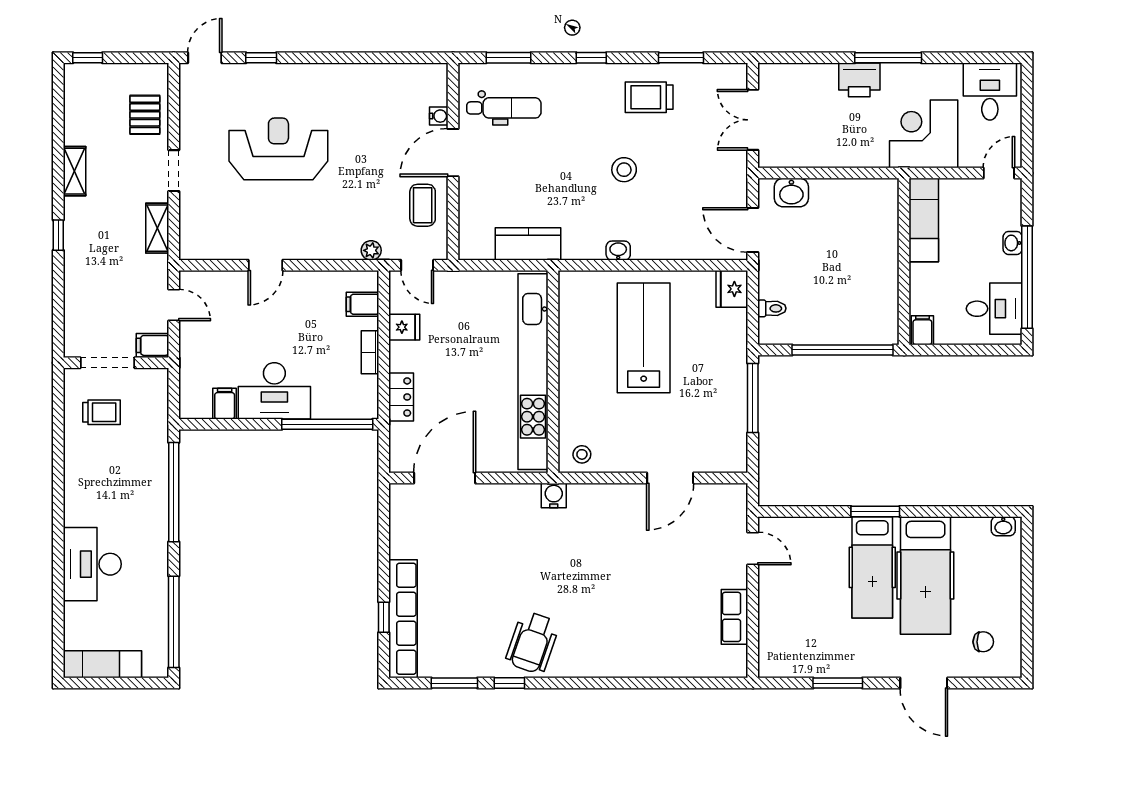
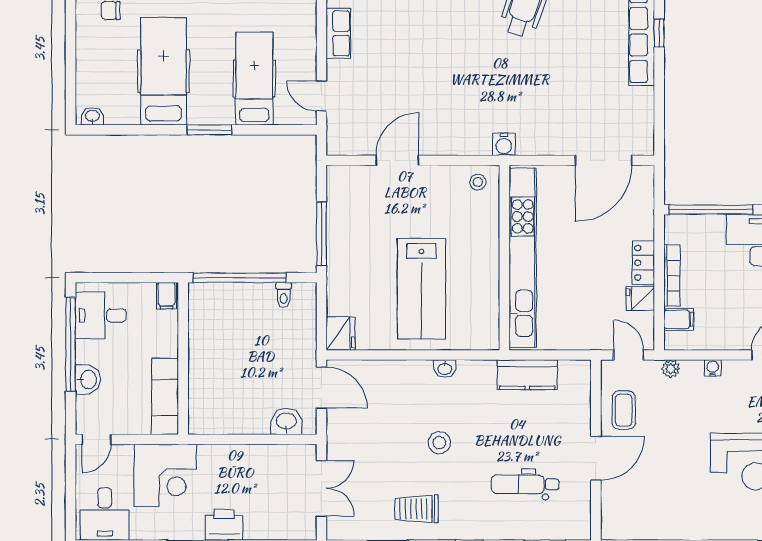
trolley: (649, 97) -> (416, 509), turned 180
dental chair: (504, 108) -> (525, 484), moved
water cooler: (439, 116) -> (713, 368), moved, turned 90
washbasin: (1013, 243) -> (88, 380), width x1.38, depth x1.45
toilet: (772, 308) -> (284, 295), moved, turned -90
bookcase: (370, 352) -> (672, 275), width x1.56
locker: (401, 397) -> (643, 263), moved
hospital bed: (872, 567) -> (254, 79), moved

